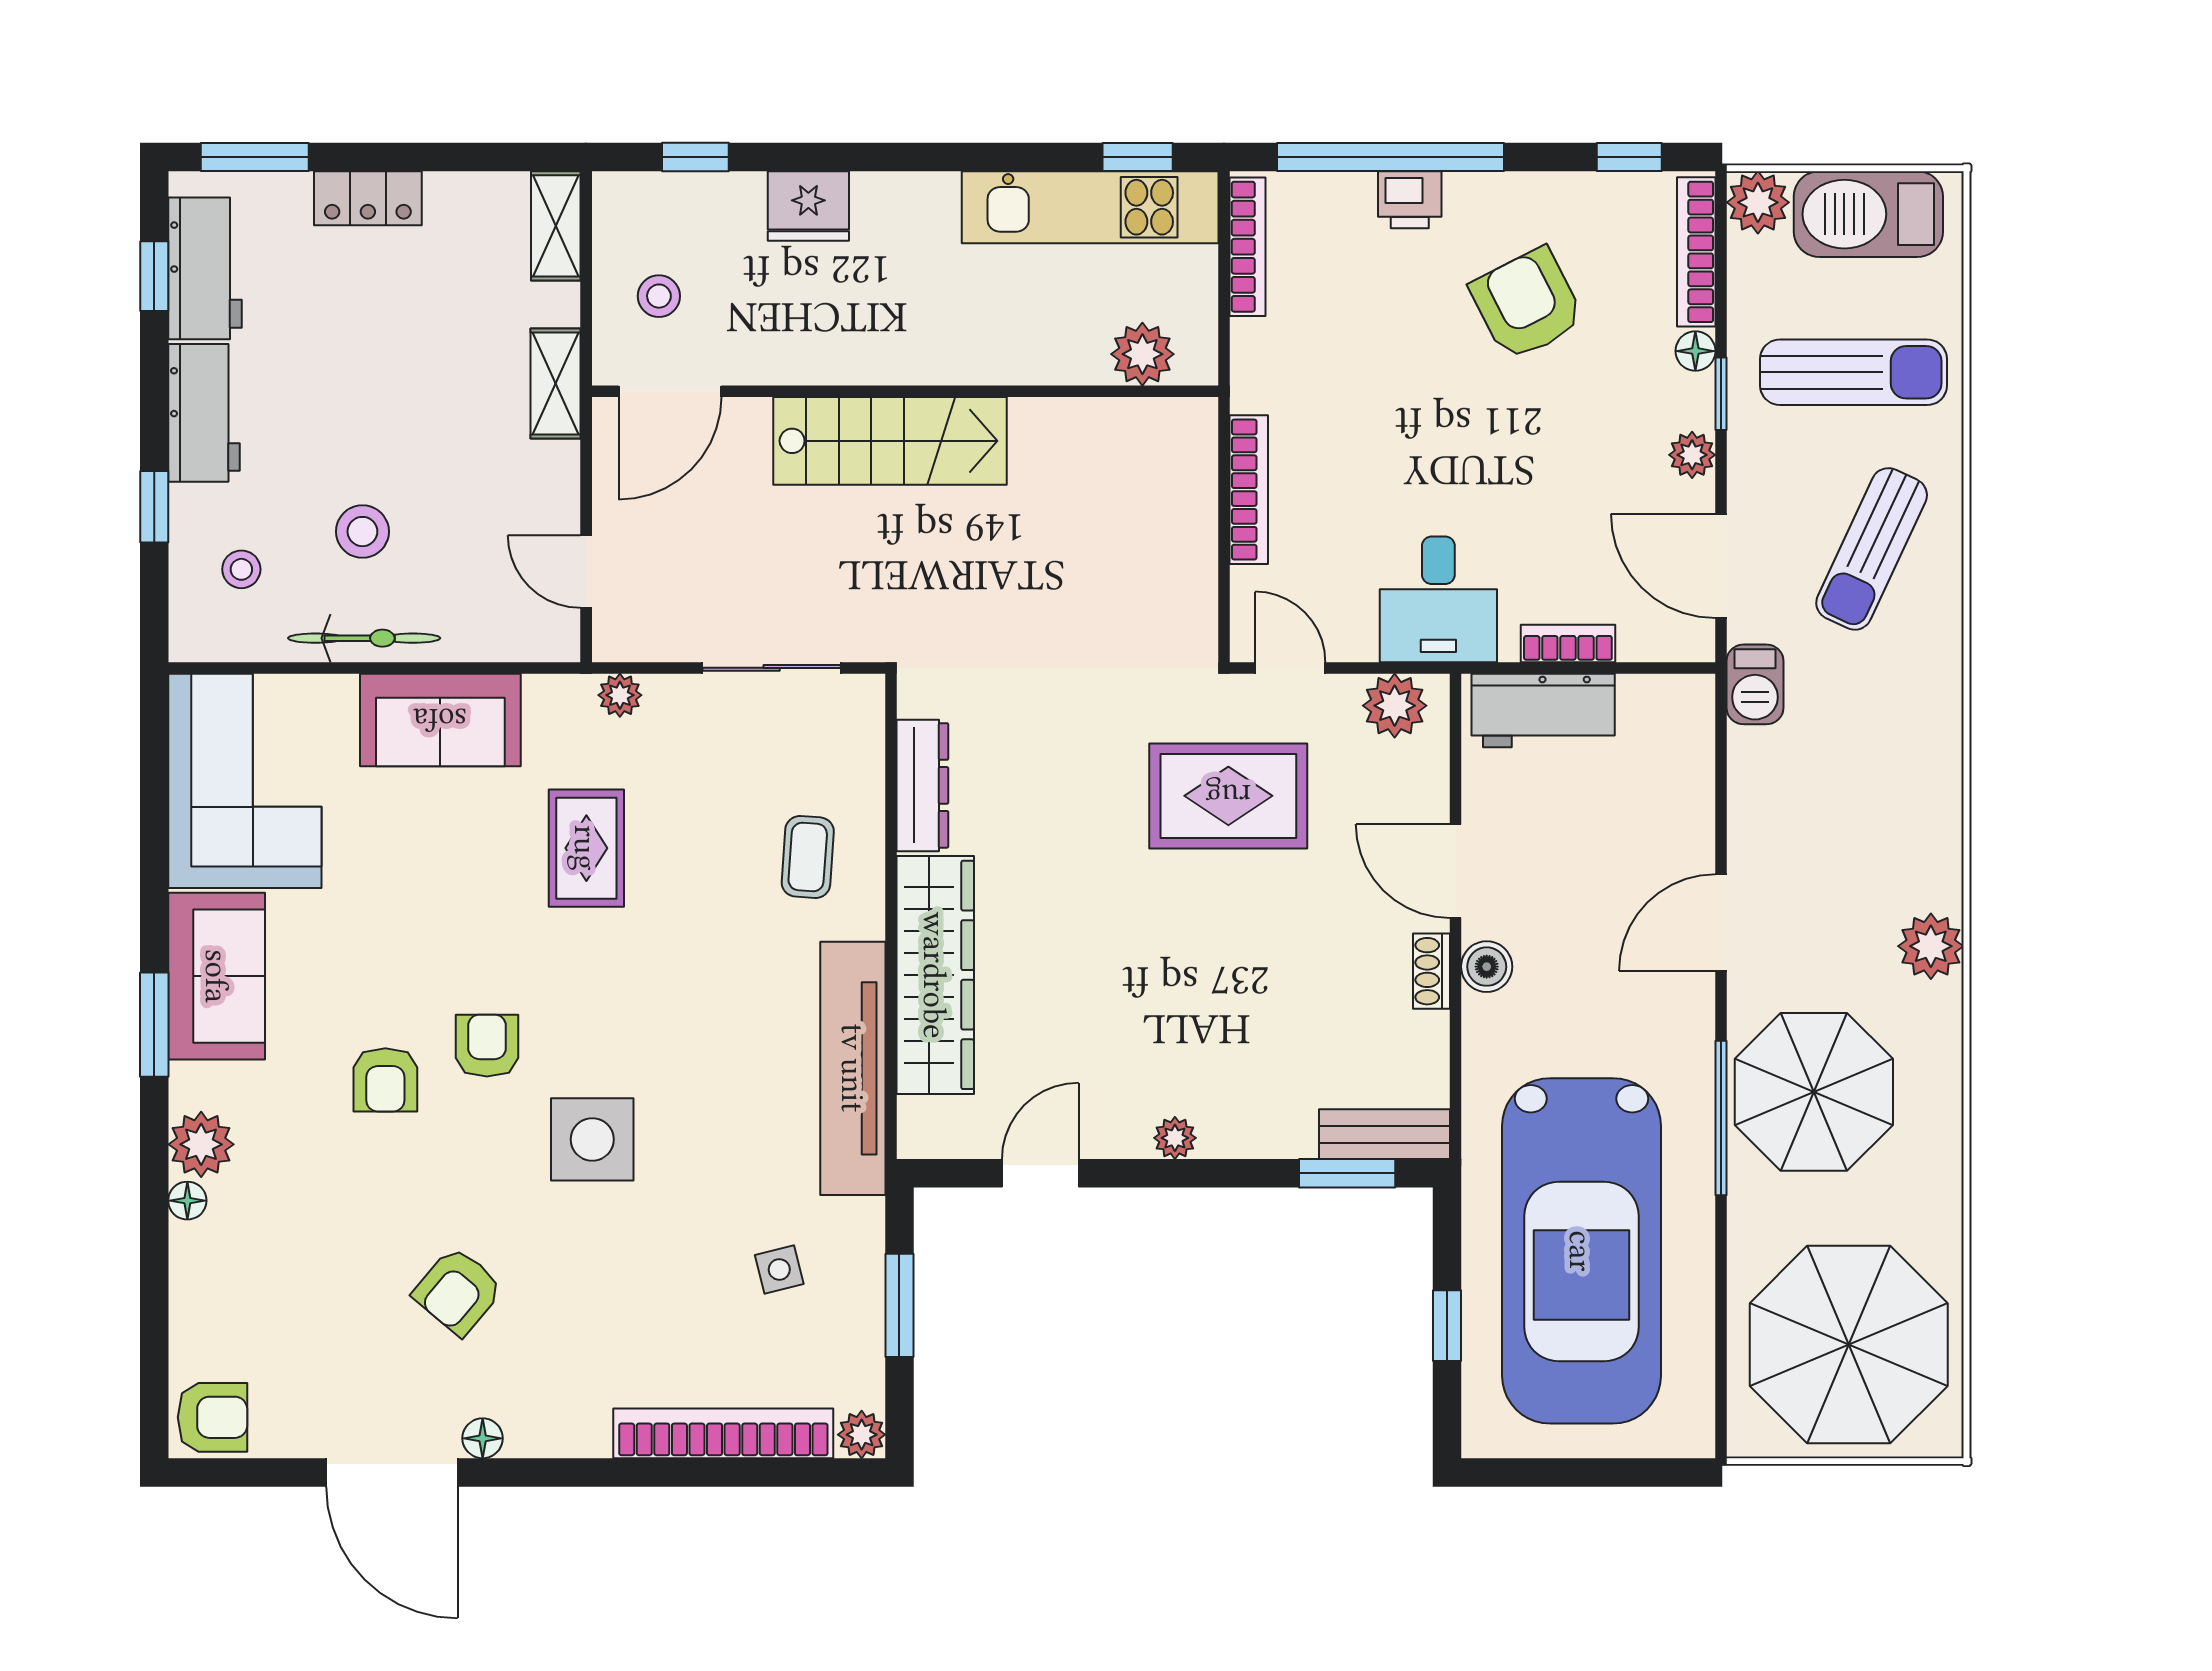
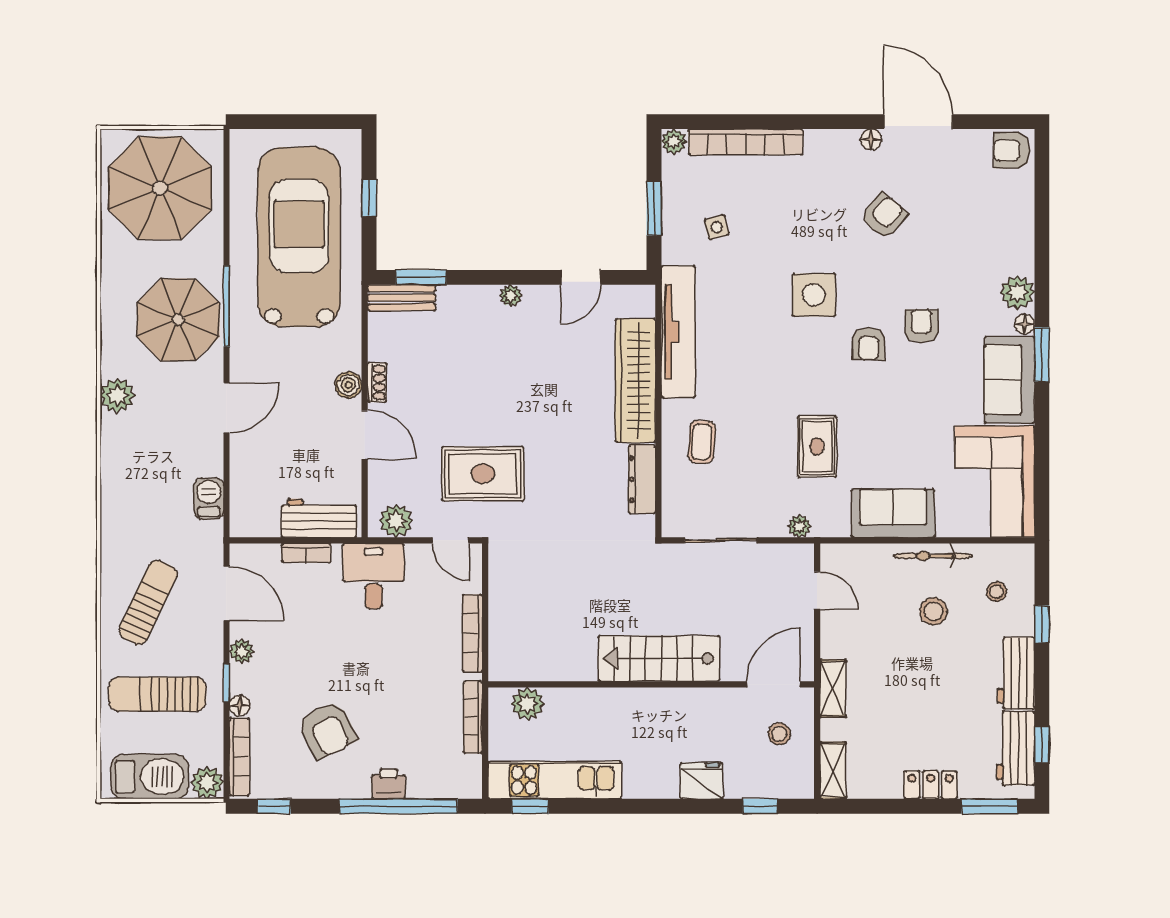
bookcase: (1248, 247) -> (473, 717), moved
barbecue: (1755, 684) -> (209, 499), moved
floor lamp: (187, 1201) -> (1025, 324), moved

